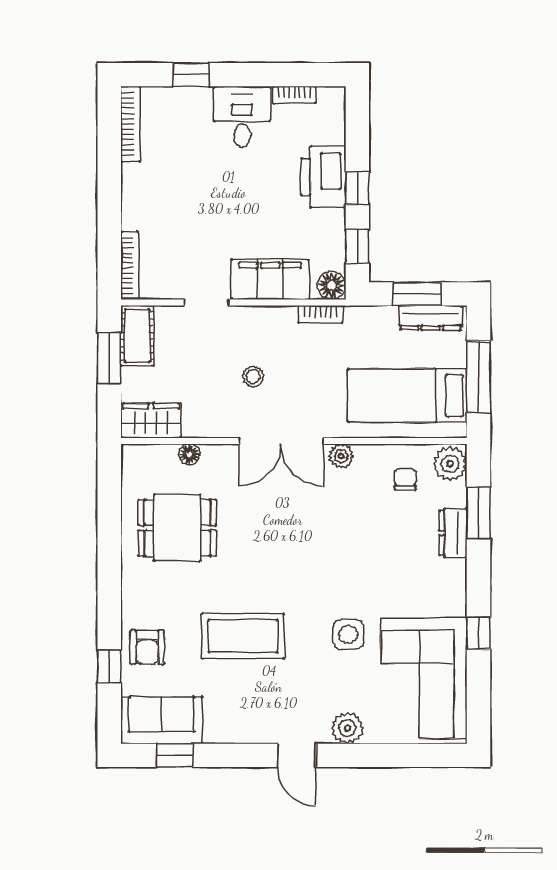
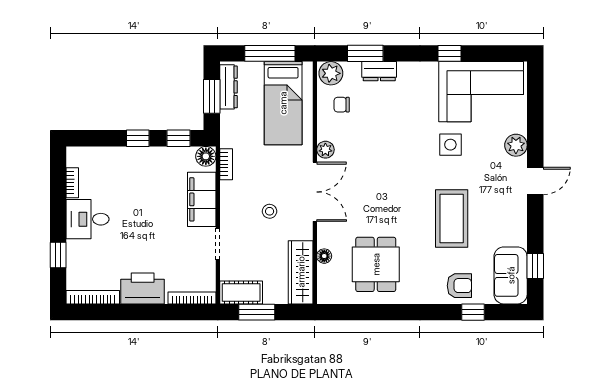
printer: (324, 177) -> (143, 289), moved, turned 180
wardrobe: (151, 421) -> (301, 272), width x1.50

